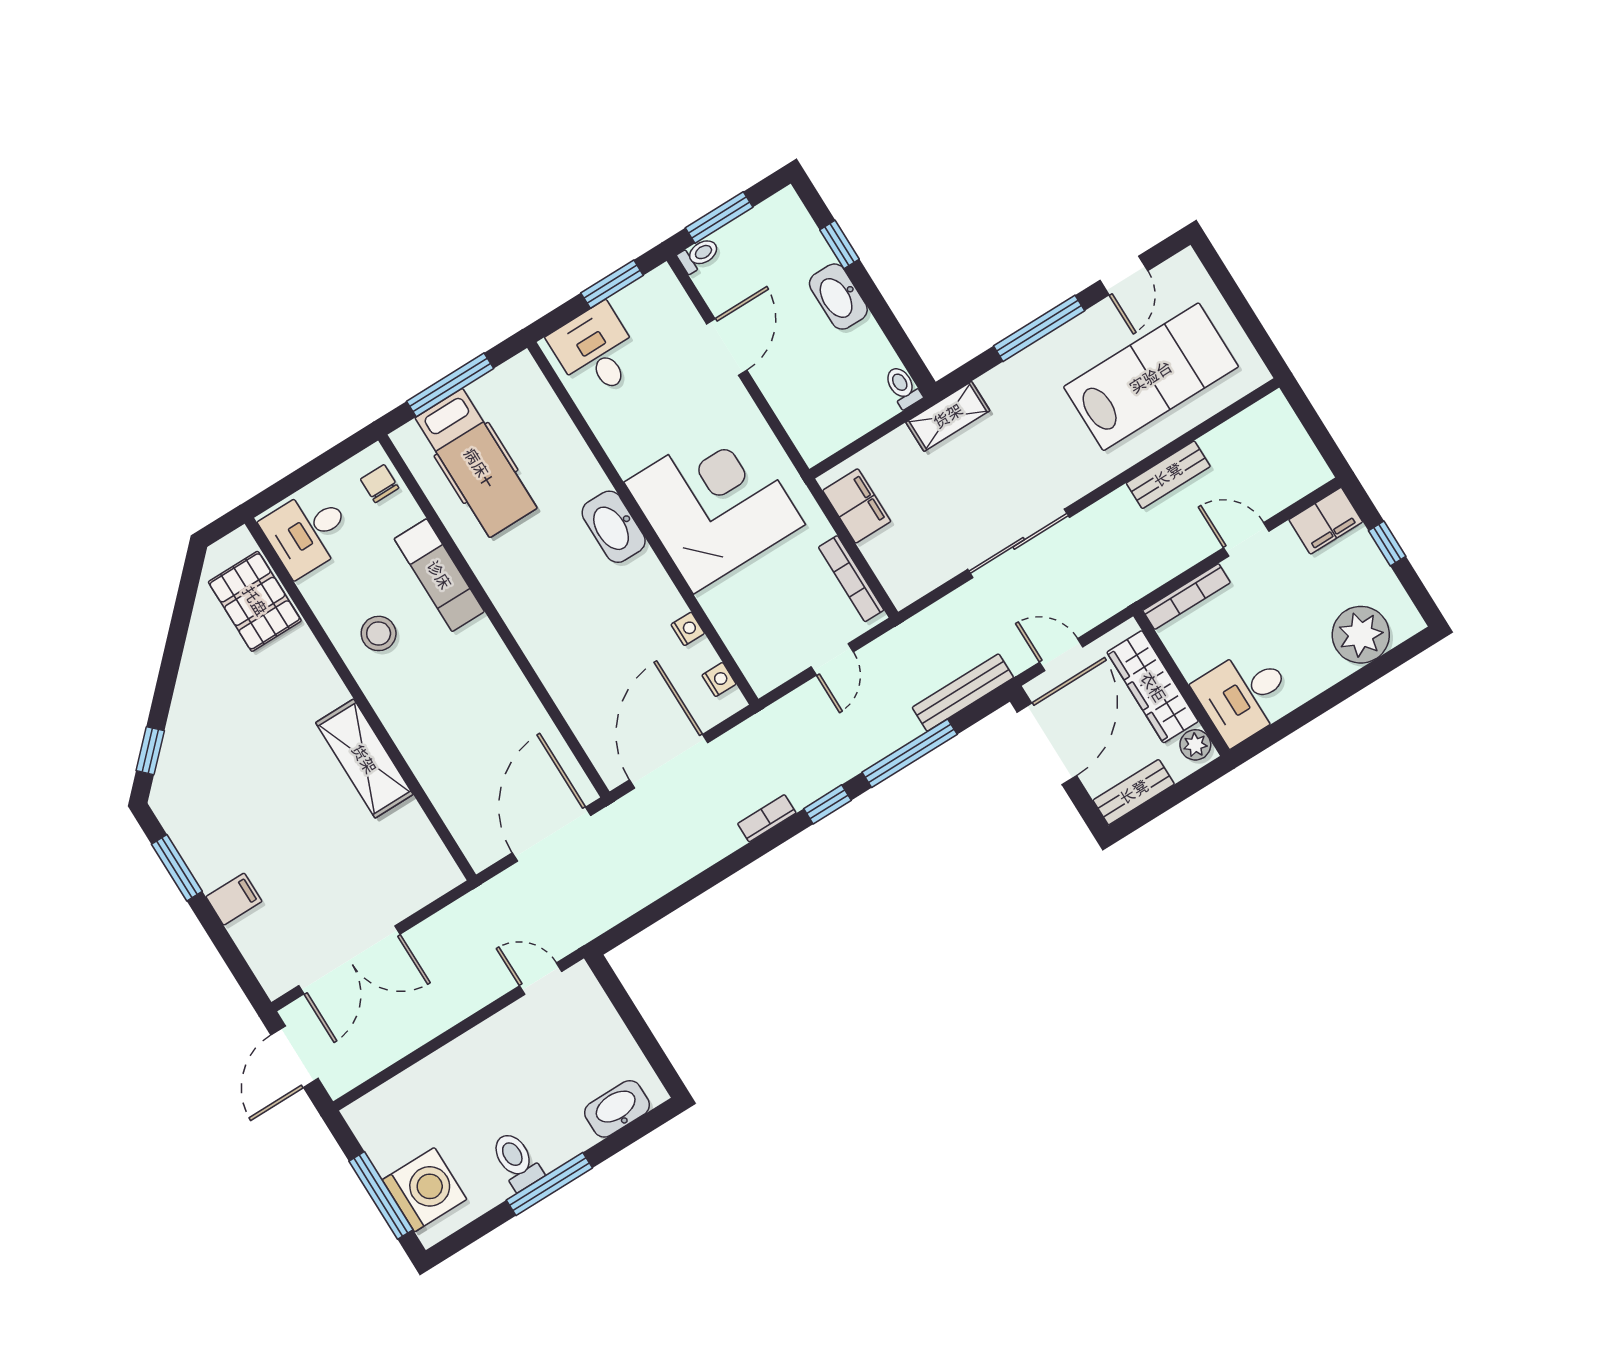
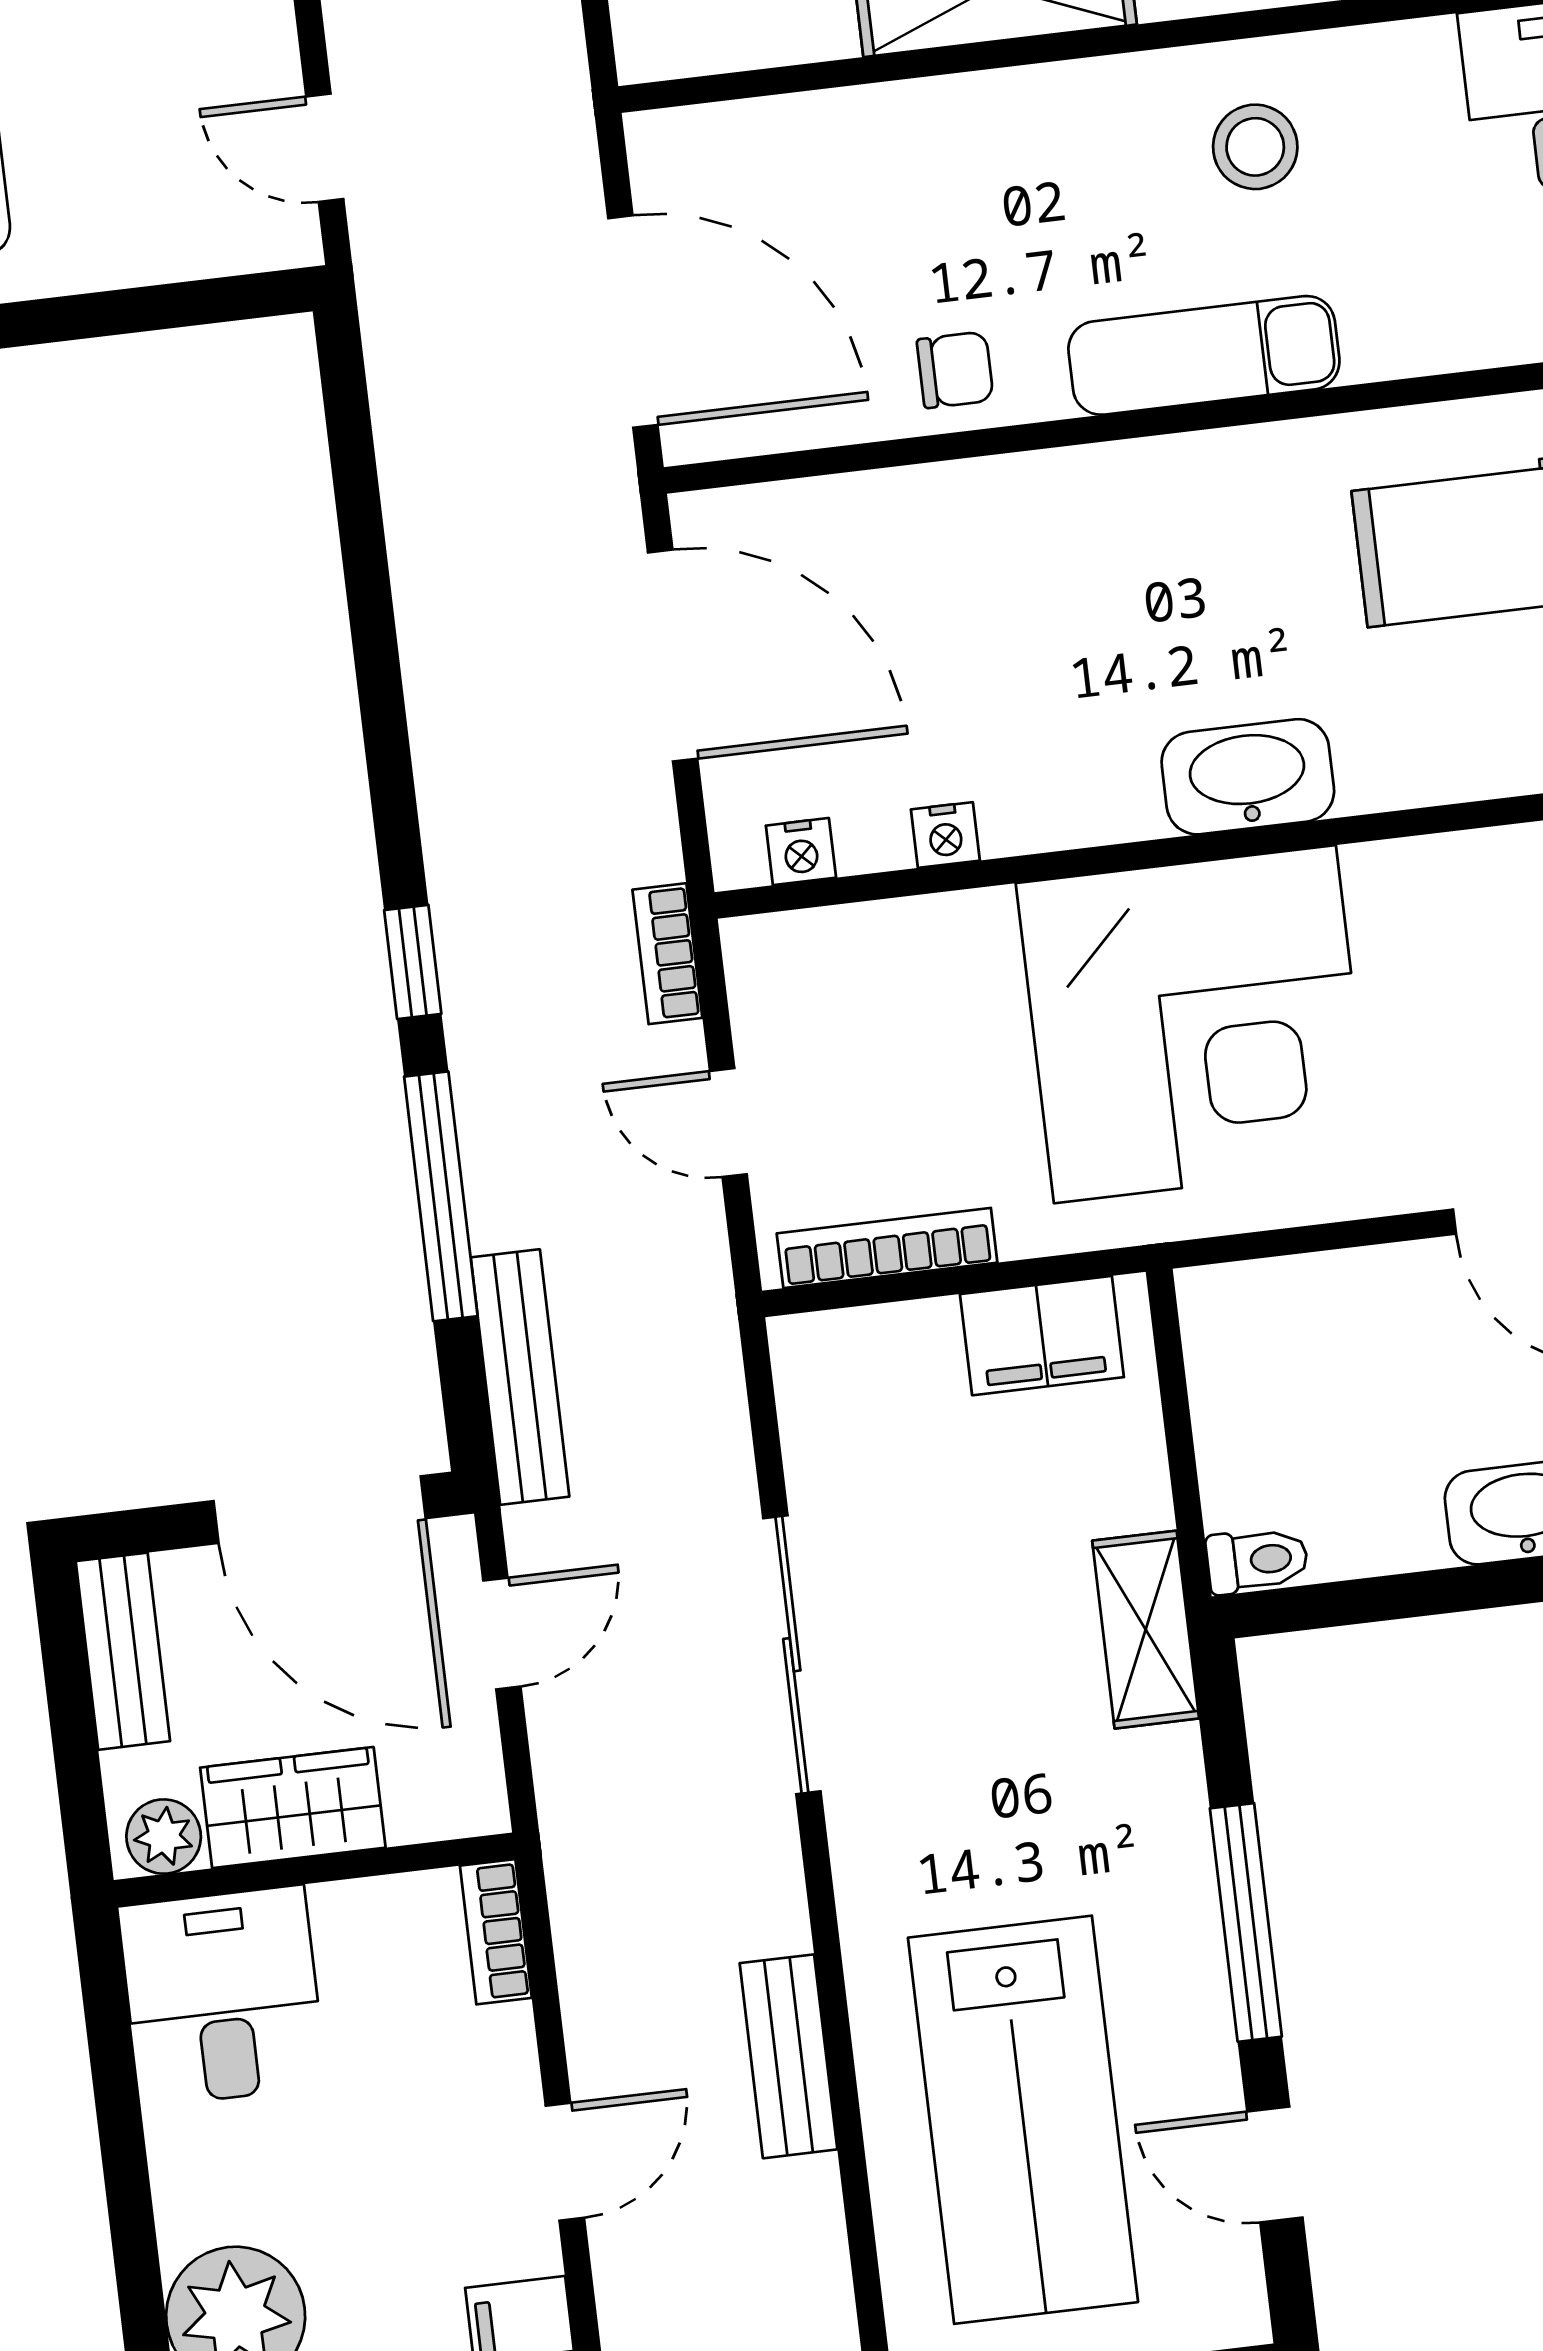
exam couch: (439, 575) -> (1204, 355), moved
bookcase: (1187, 597) -> (496, 1932), width x0.64
wardrobe: (1153, 687) -> (293, 1808), width x0.67
chair: (513, 706) -> (955, 370), added
bookcase: (767, 818) -> (667, 954), moved, turned 180
door: (541, 979) -> (325, 148), swing flipped

